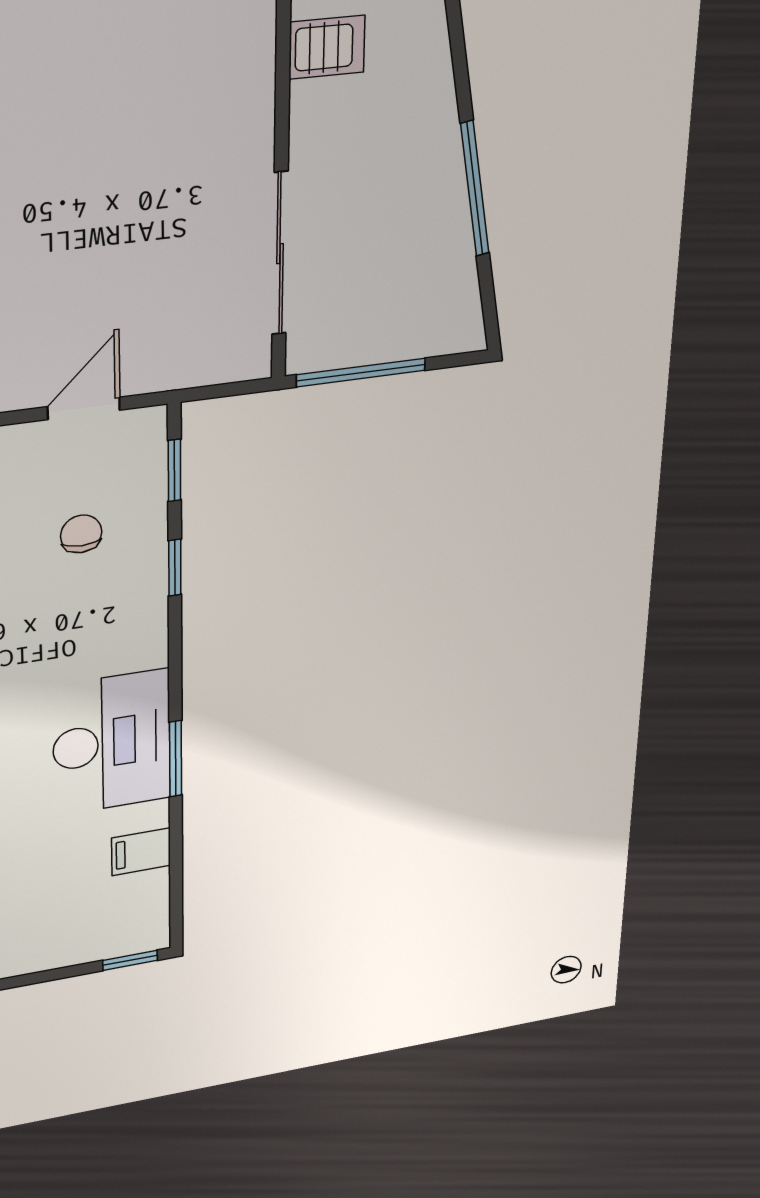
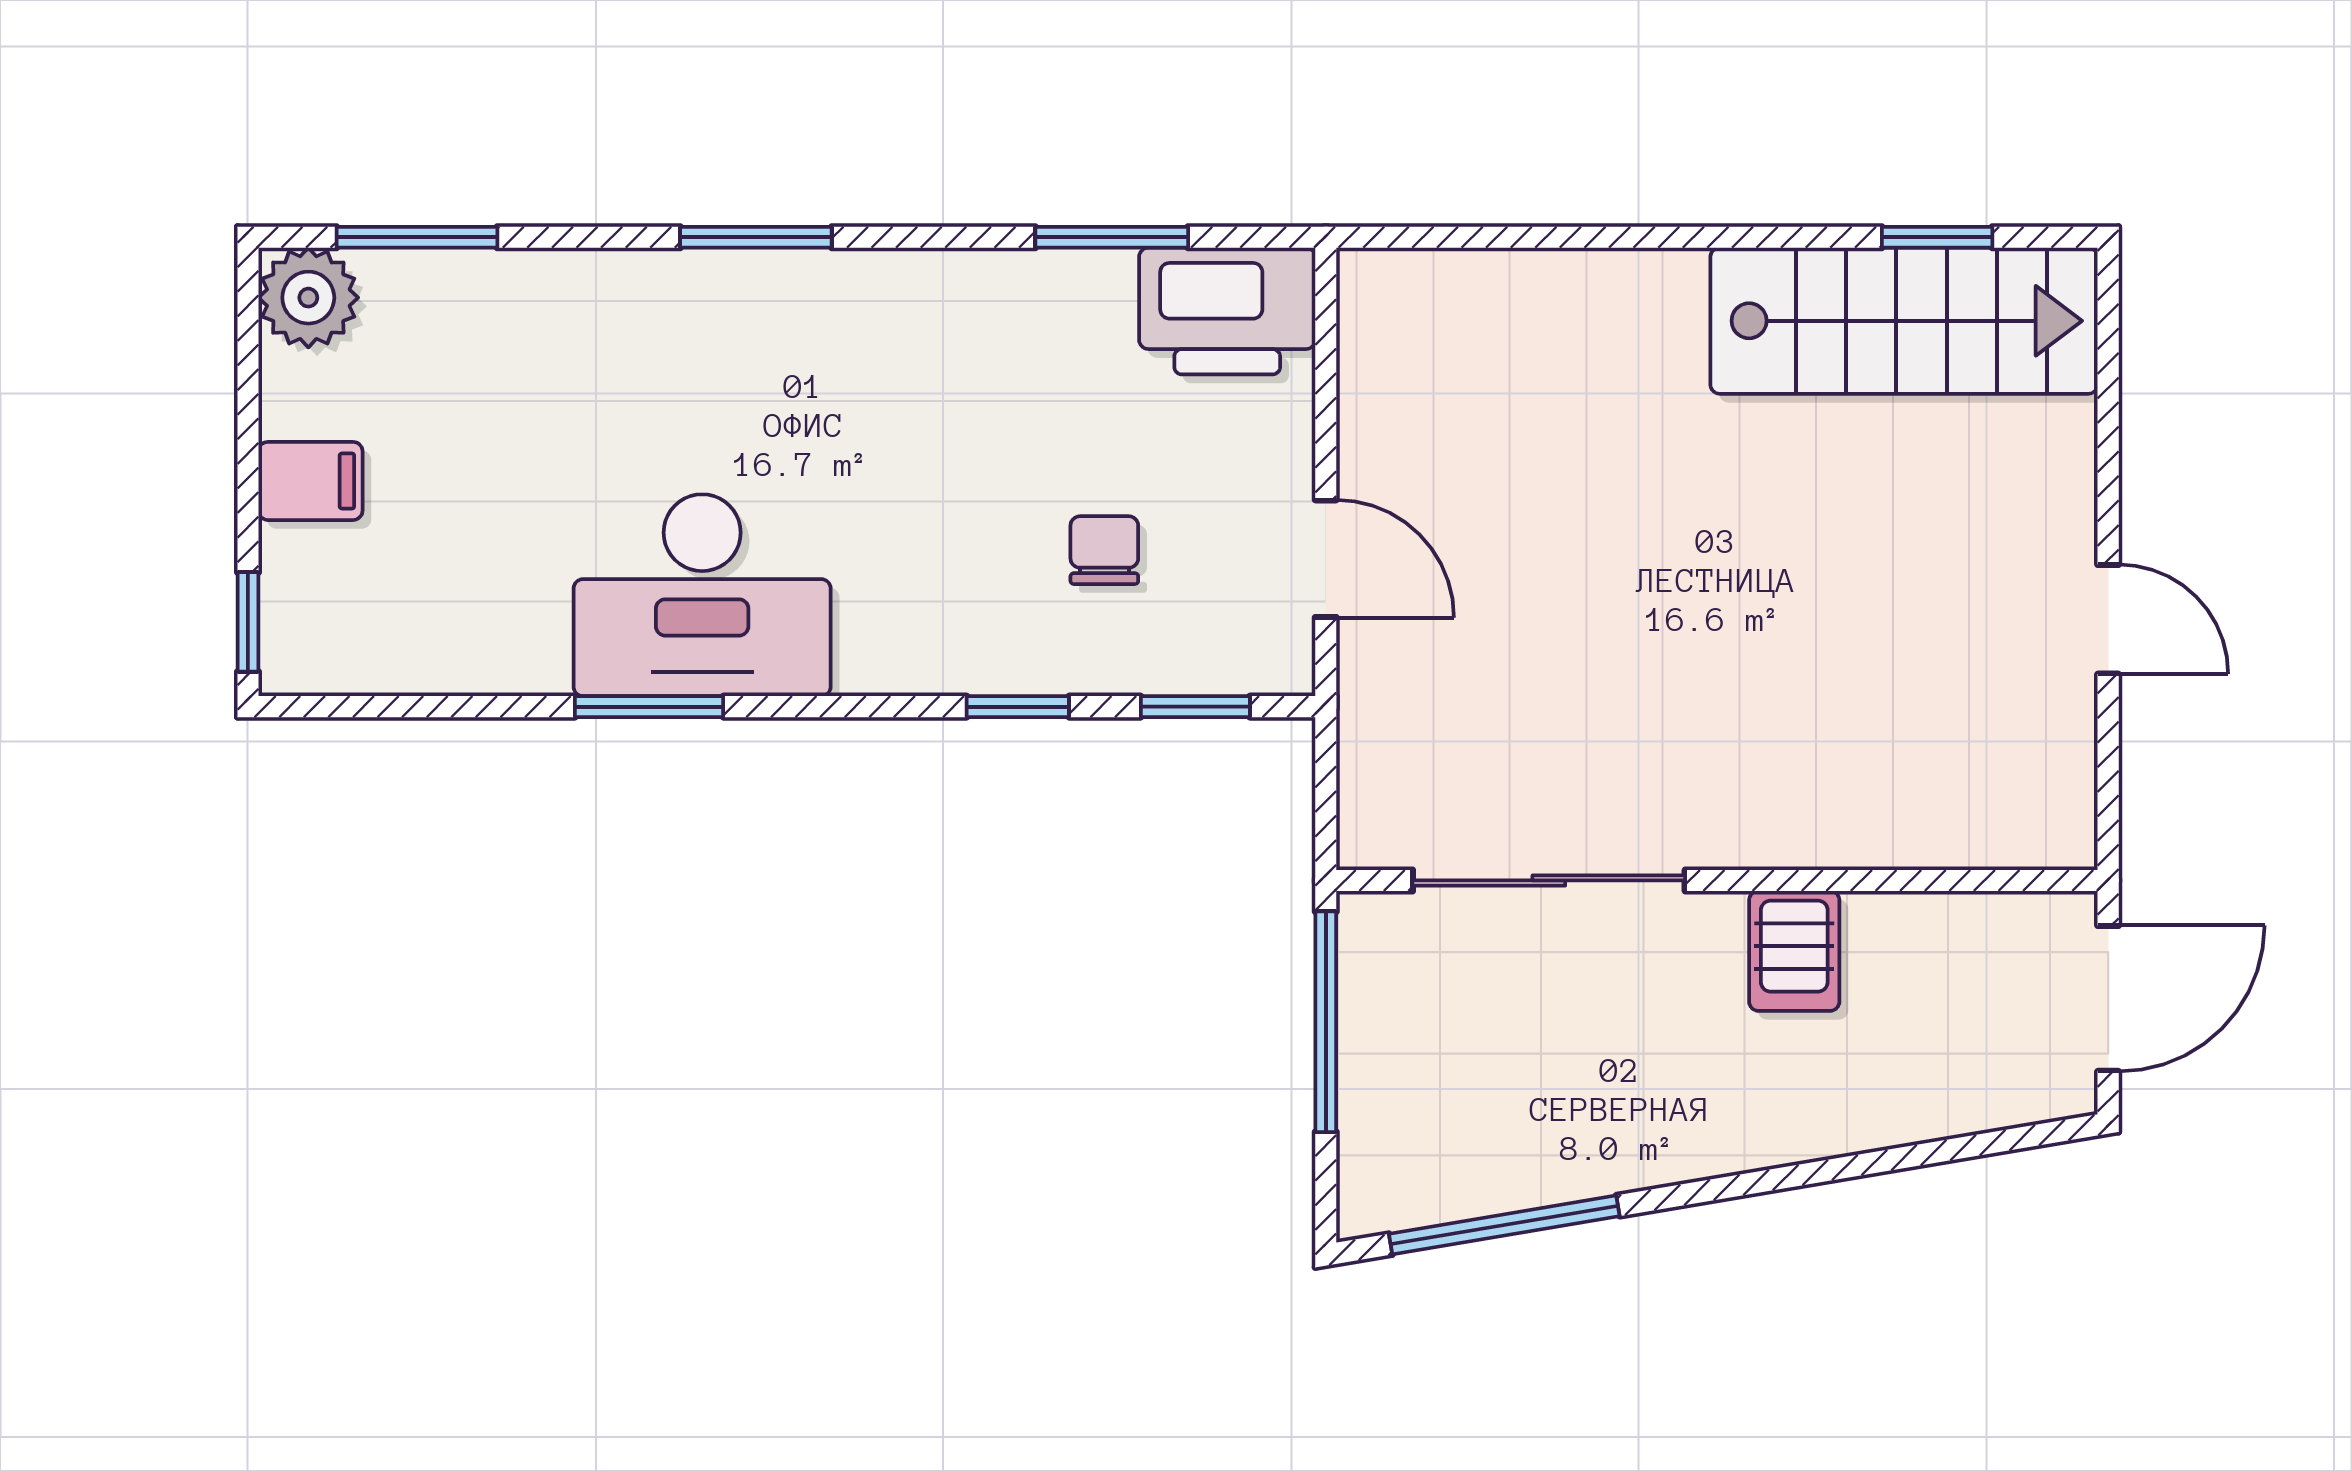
server rack: (327, 47) -> (1794, 951), moved
window: (475, 189) -> (1504, 1225), moved
chair: (81, 534) -> (1104, 550), turned -90
filing cabinet: (141, 852) -> (310, 481), moved, turned 90

